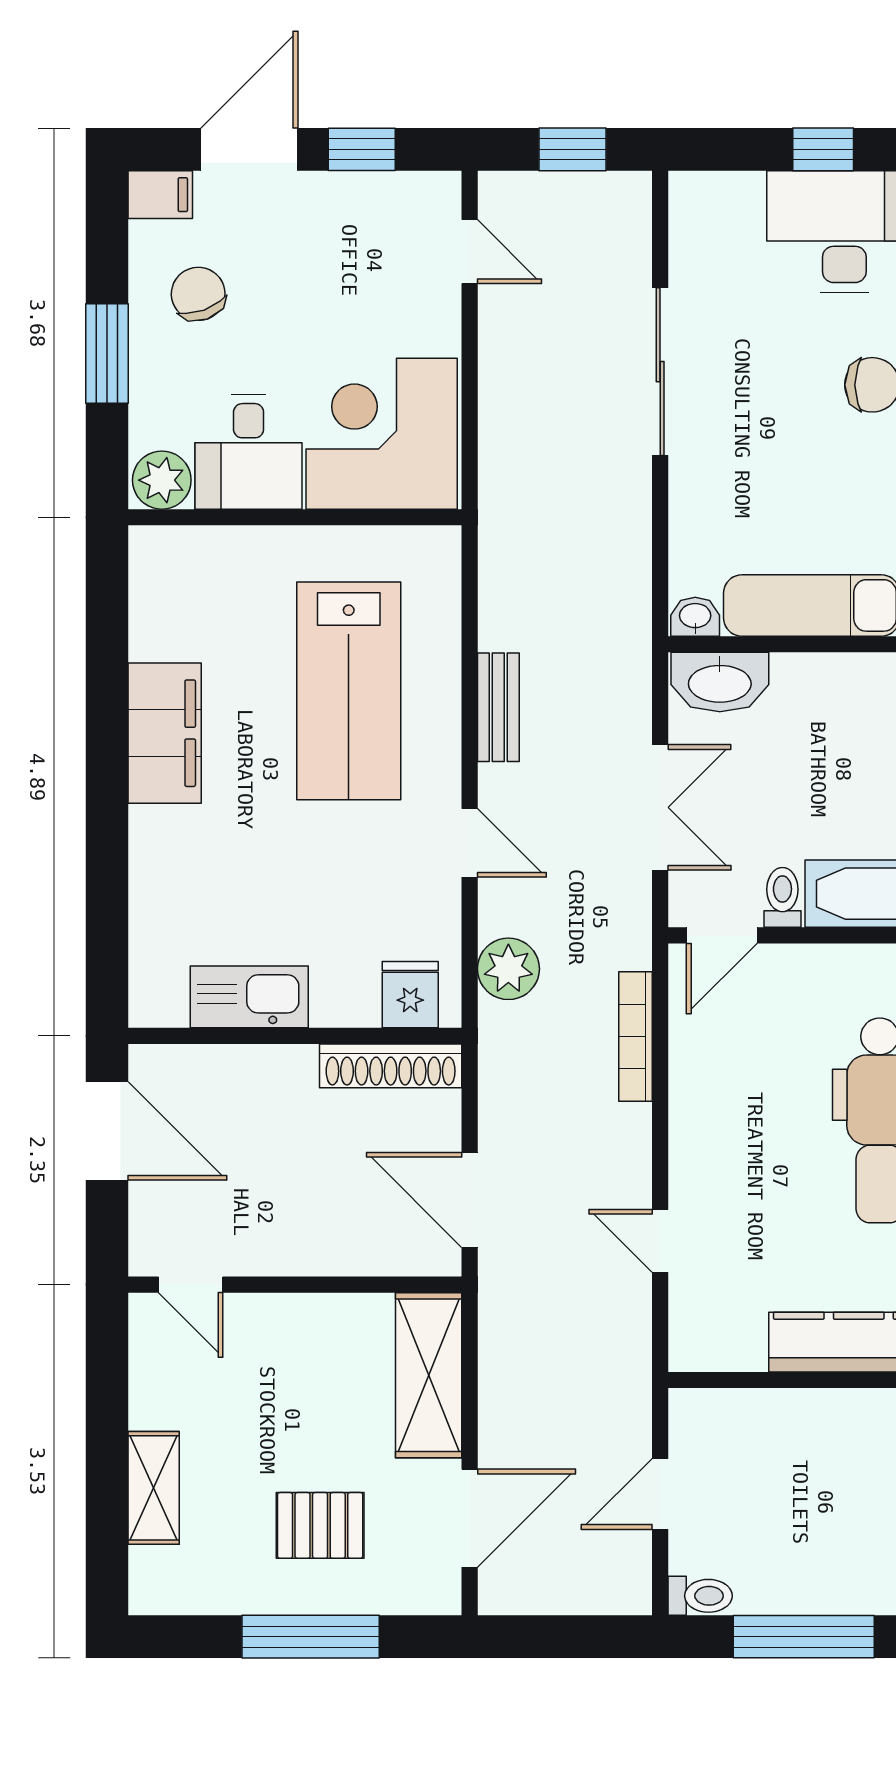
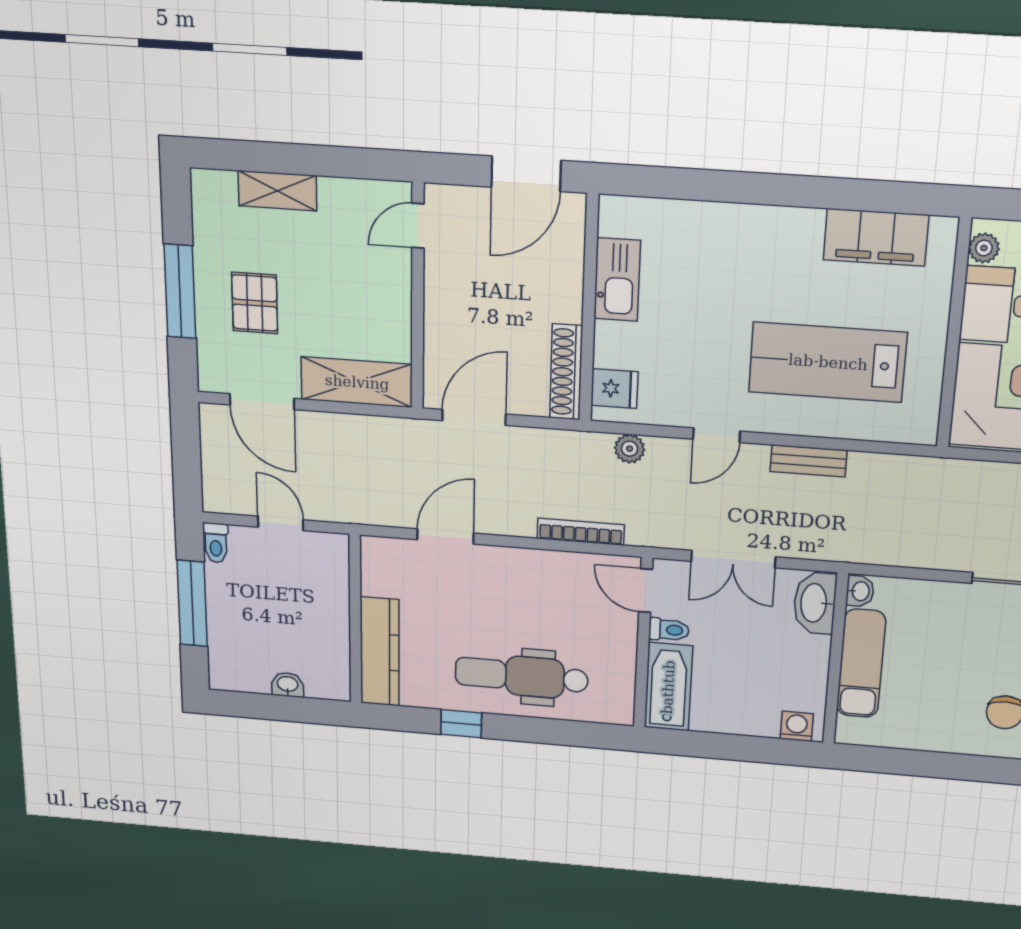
plant: (162, 480) -> (984, 248), width x0.73, depth x0.73
filing cabinet: (165, 733) -> (876, 237), moved
plant: (508, 969) -> (630, 449), width x0.73, depth x0.73
door: (660, 1241) -> (445, 536), width x1.37

